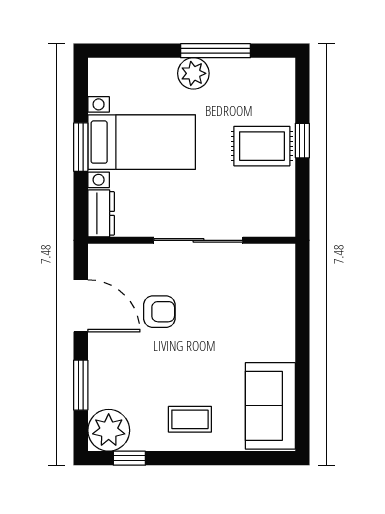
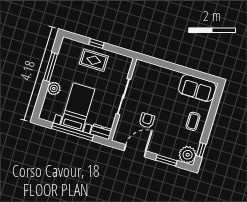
plant: (193, 73) -> (54, 88), moved
rug: (262, 146) -> (94, 60), turned 90
window: (81, 147) -> (72, 132), width x2.11

